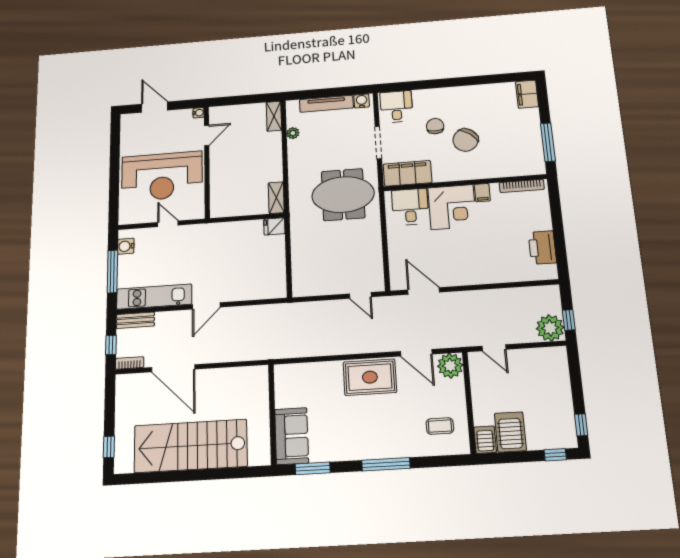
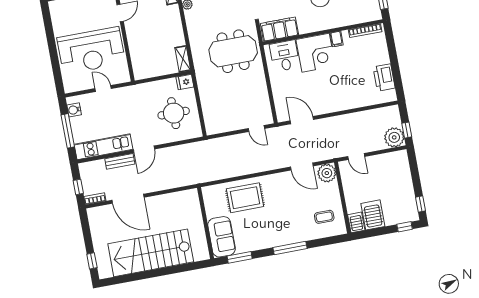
round table: (253, 264) -> (174, 113), added
bench: (135, 320) -> (120, 161), moved
rug: (370, 377) -> (245, 198), moved

